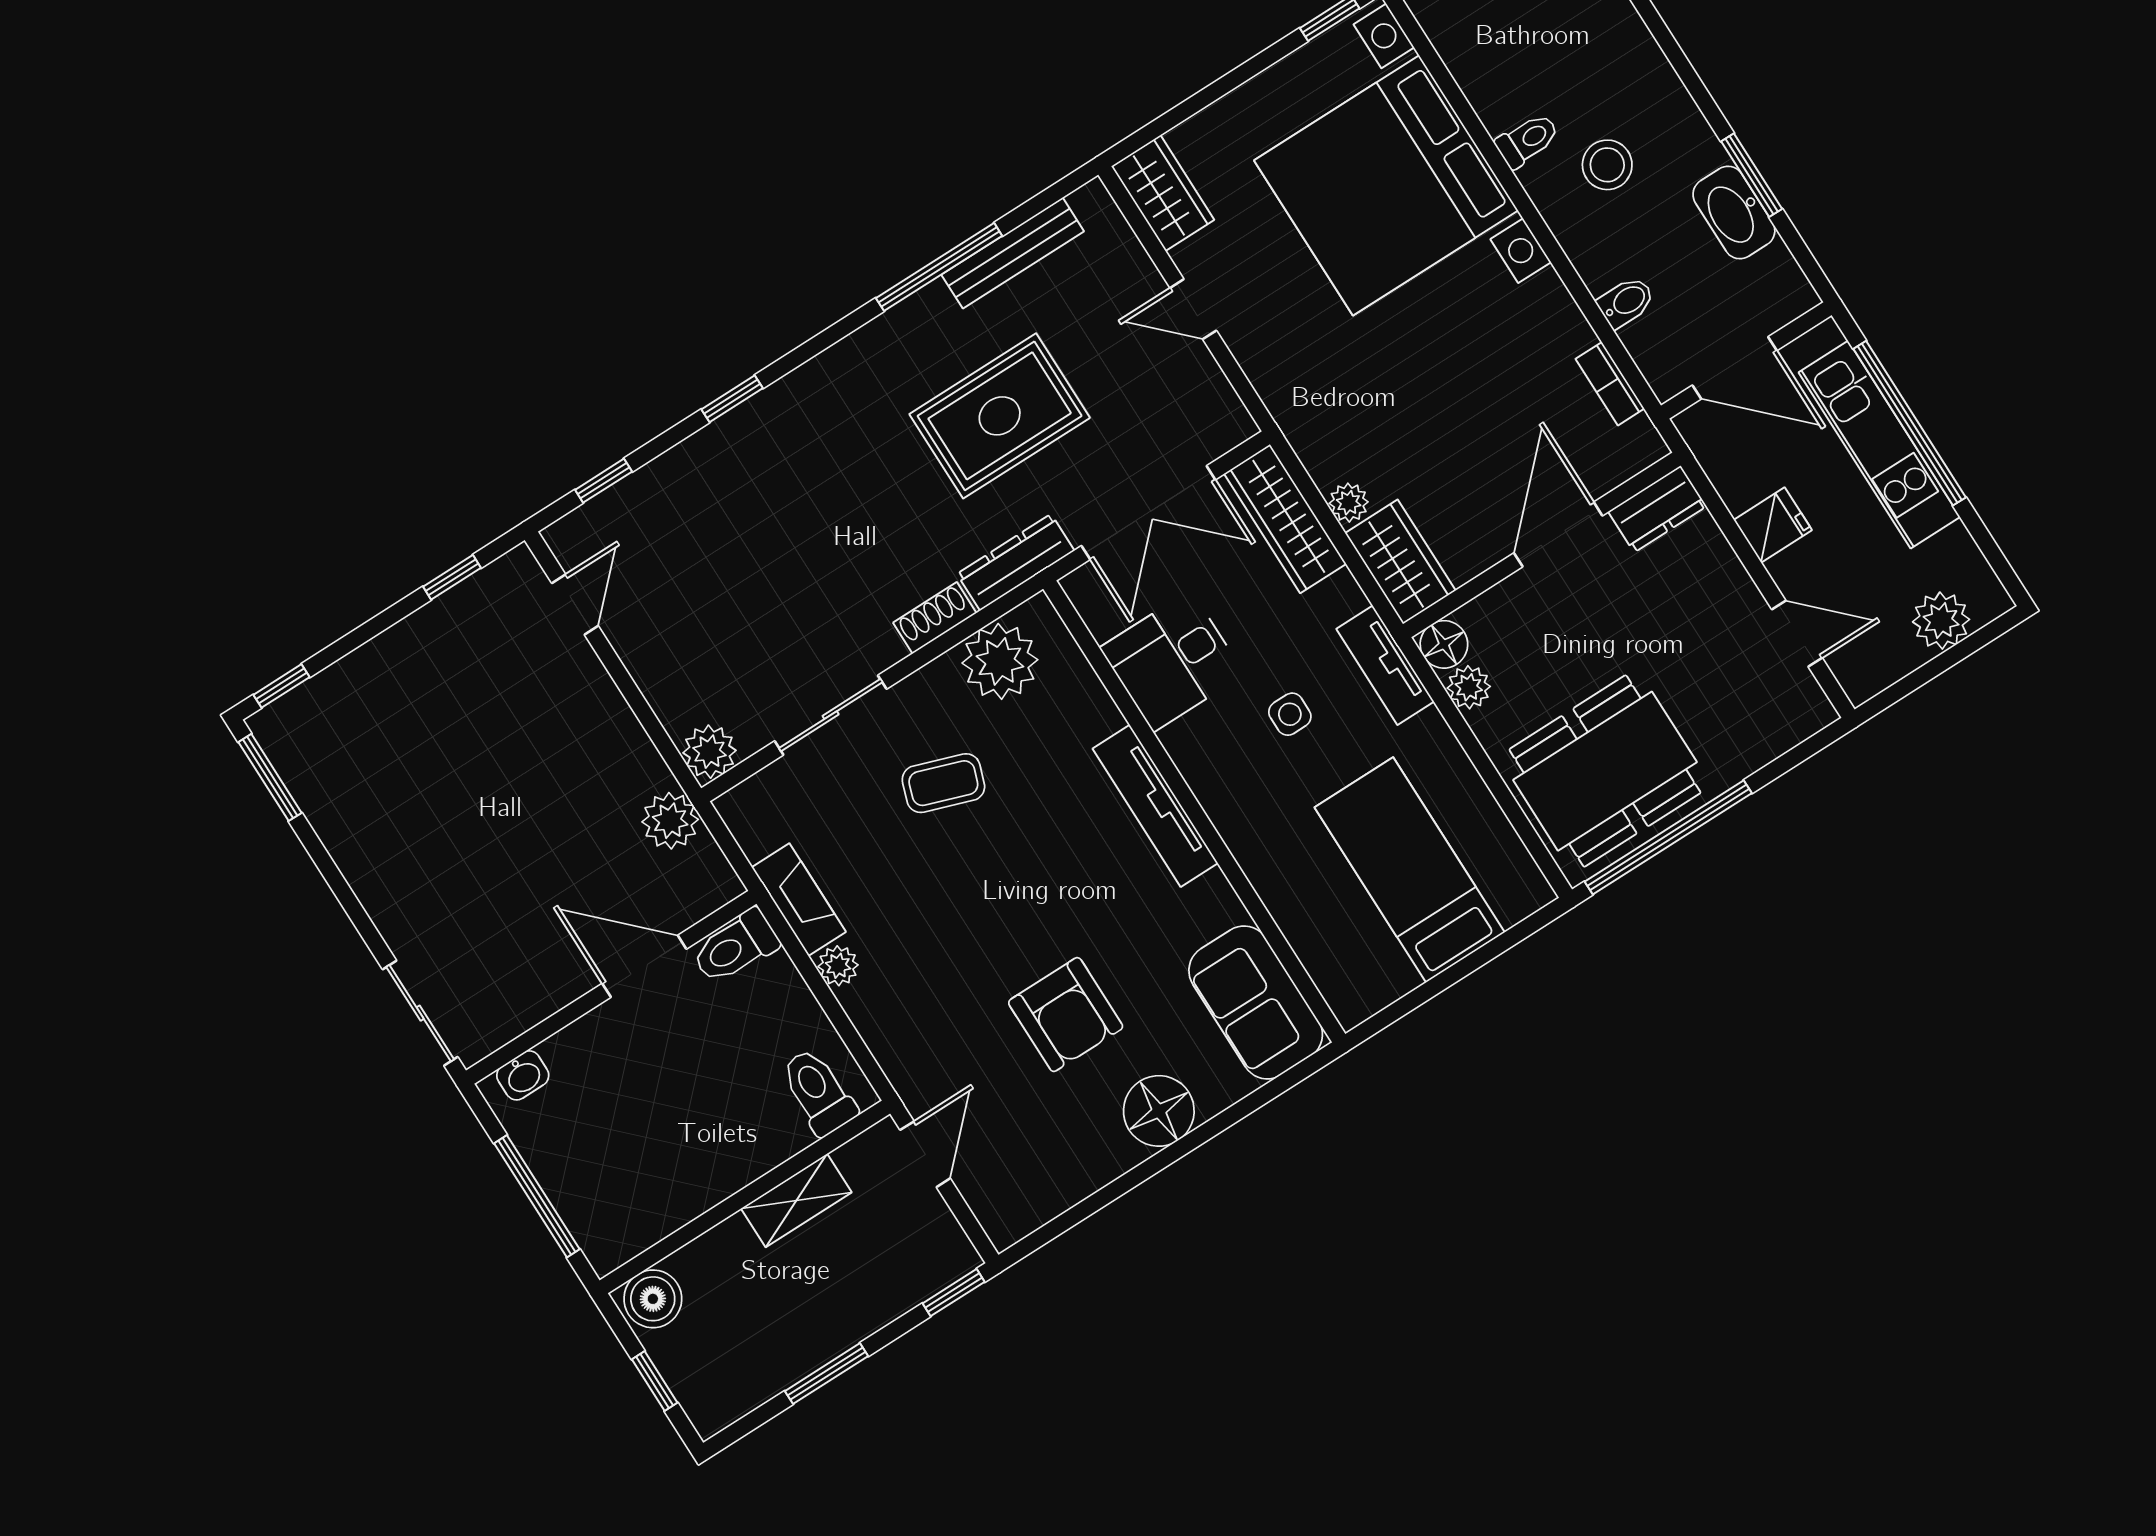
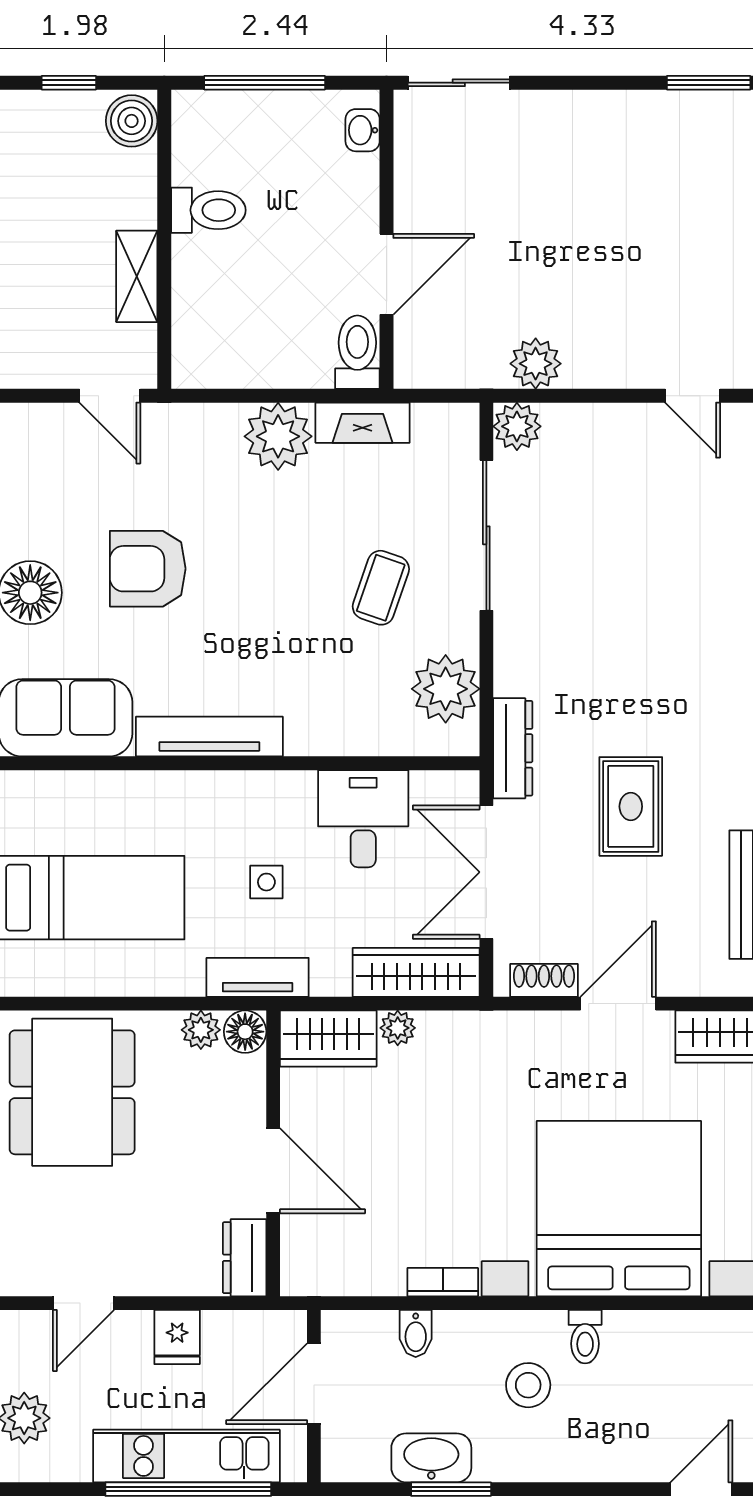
door: (1193, 309) -> (618, 1004), width x1.38
bookcase: (1610, 384) -> (443, 1282), moved
rug: (1000, 416) -> (631, 806), width x0.73, depth x0.70
shoe rack: (935, 618) -> (544, 980), moved, turned -90
sliding door: (831, 715) -> (486, 535), width x1.37
tv unit: (1155, 806) -> (209, 737), moved
plant: (670, 821) -> (536, 364), moved
plant: (838, 966) -> (278, 436), width x1.88, depth x1.88
toilet: (818, 1092) -> (208, 210), moved

